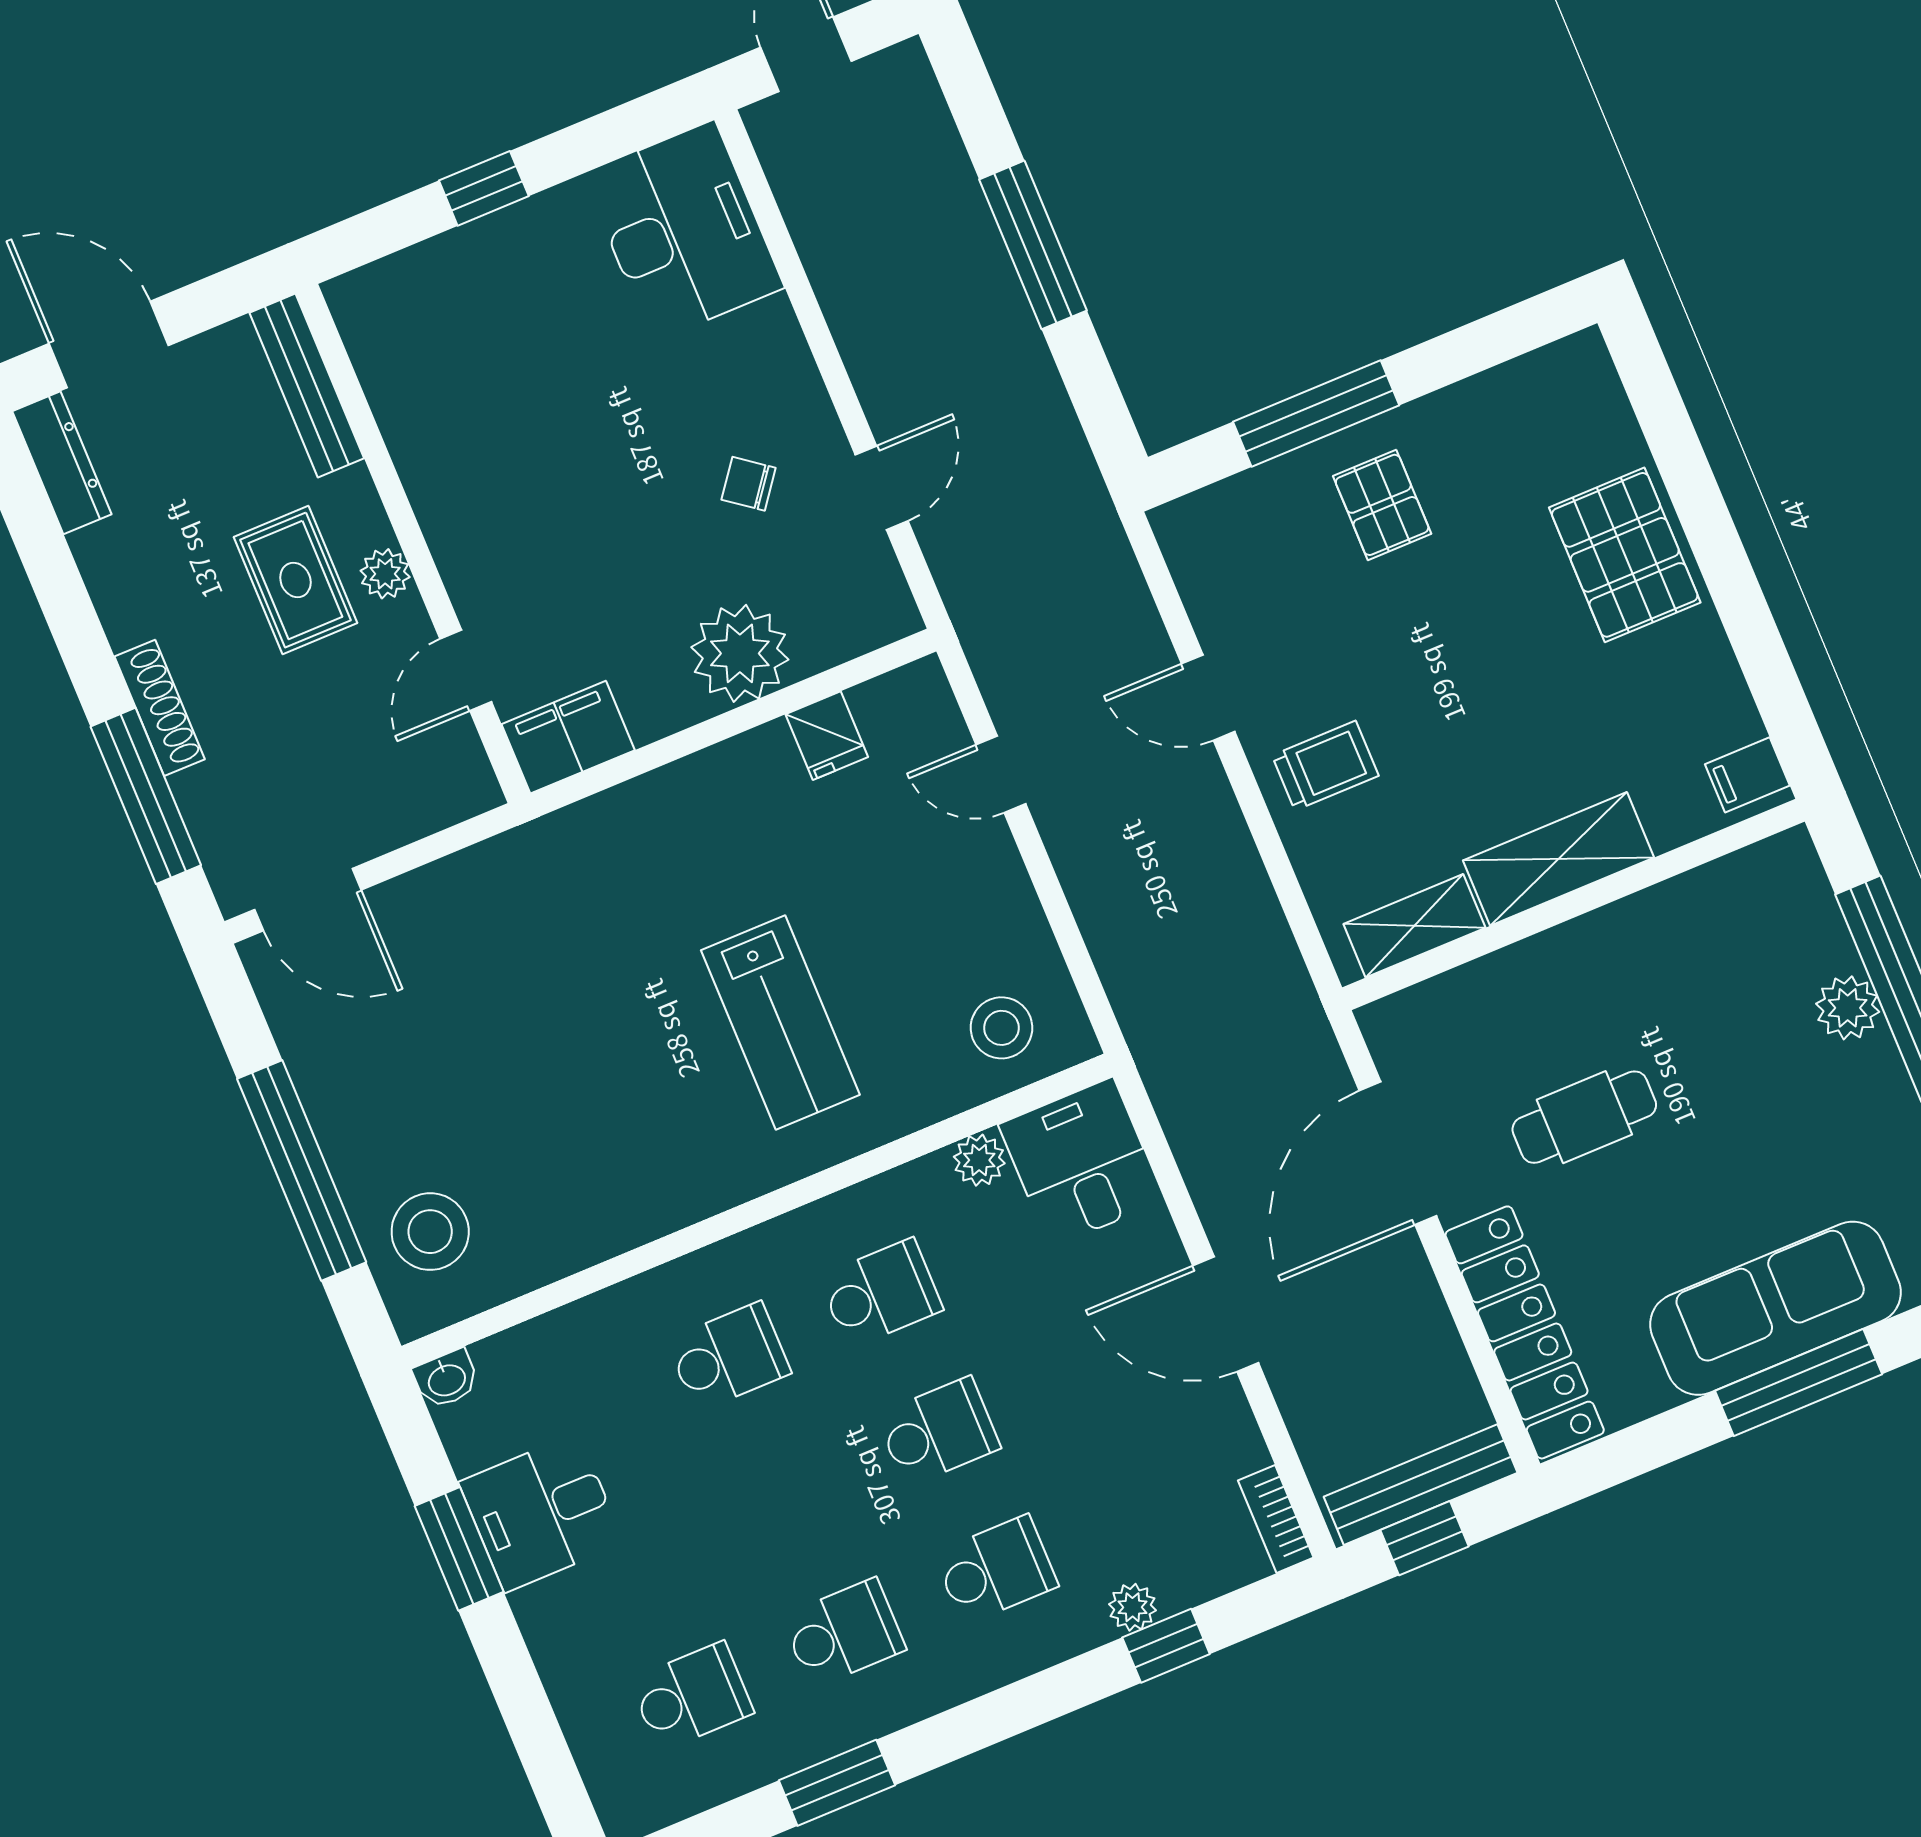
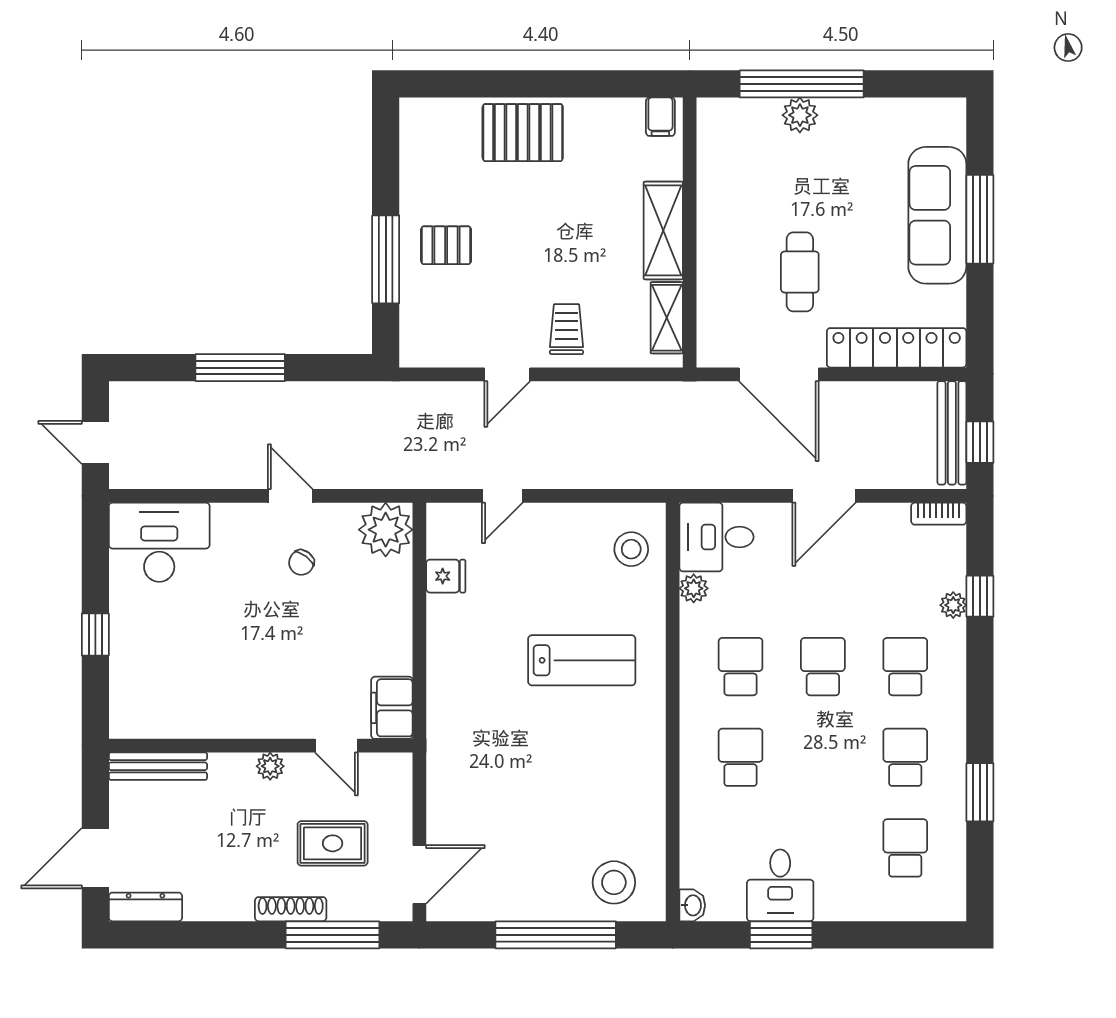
door: (882, 488) -> (290, 496), moved
rug: (295, 580) -> (333, 843), moved
plant: (740, 653) -> (386, 530), moved

